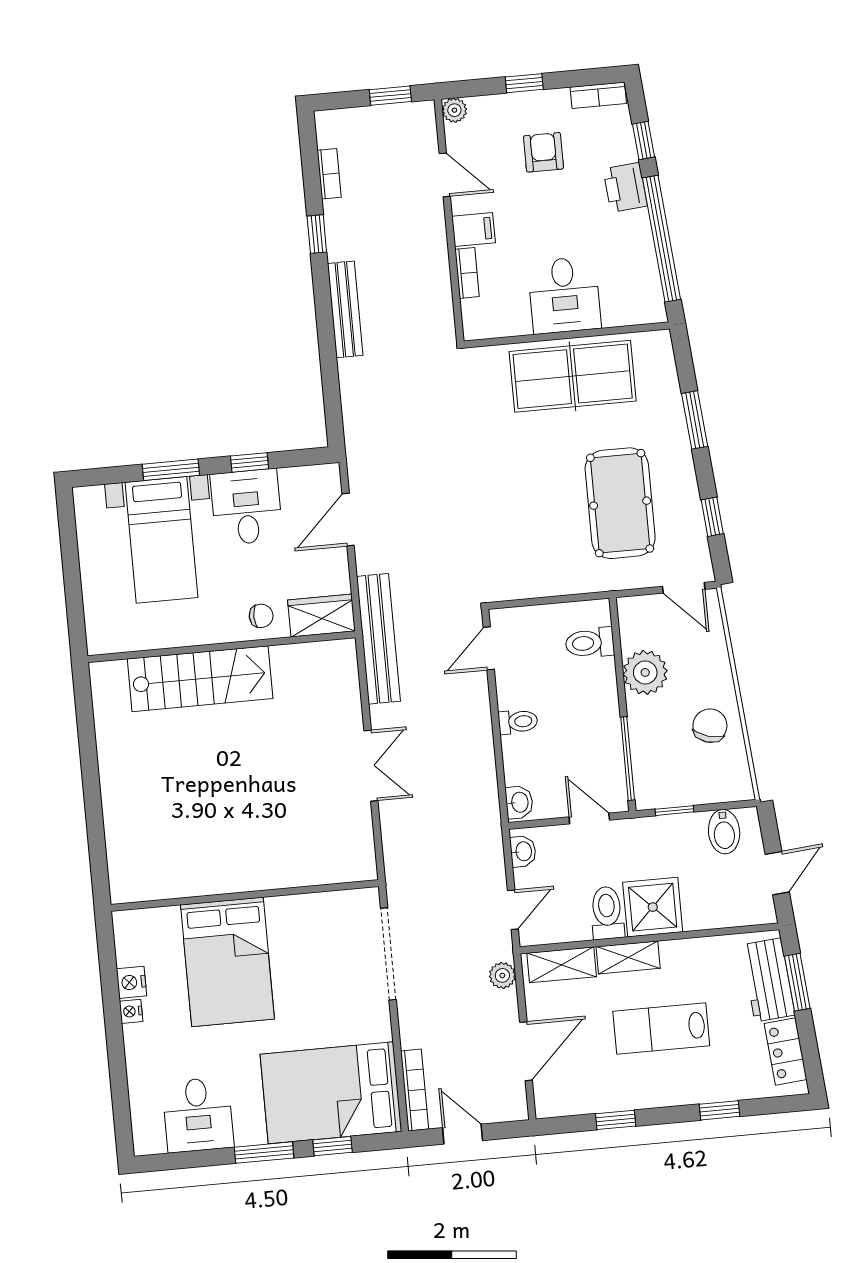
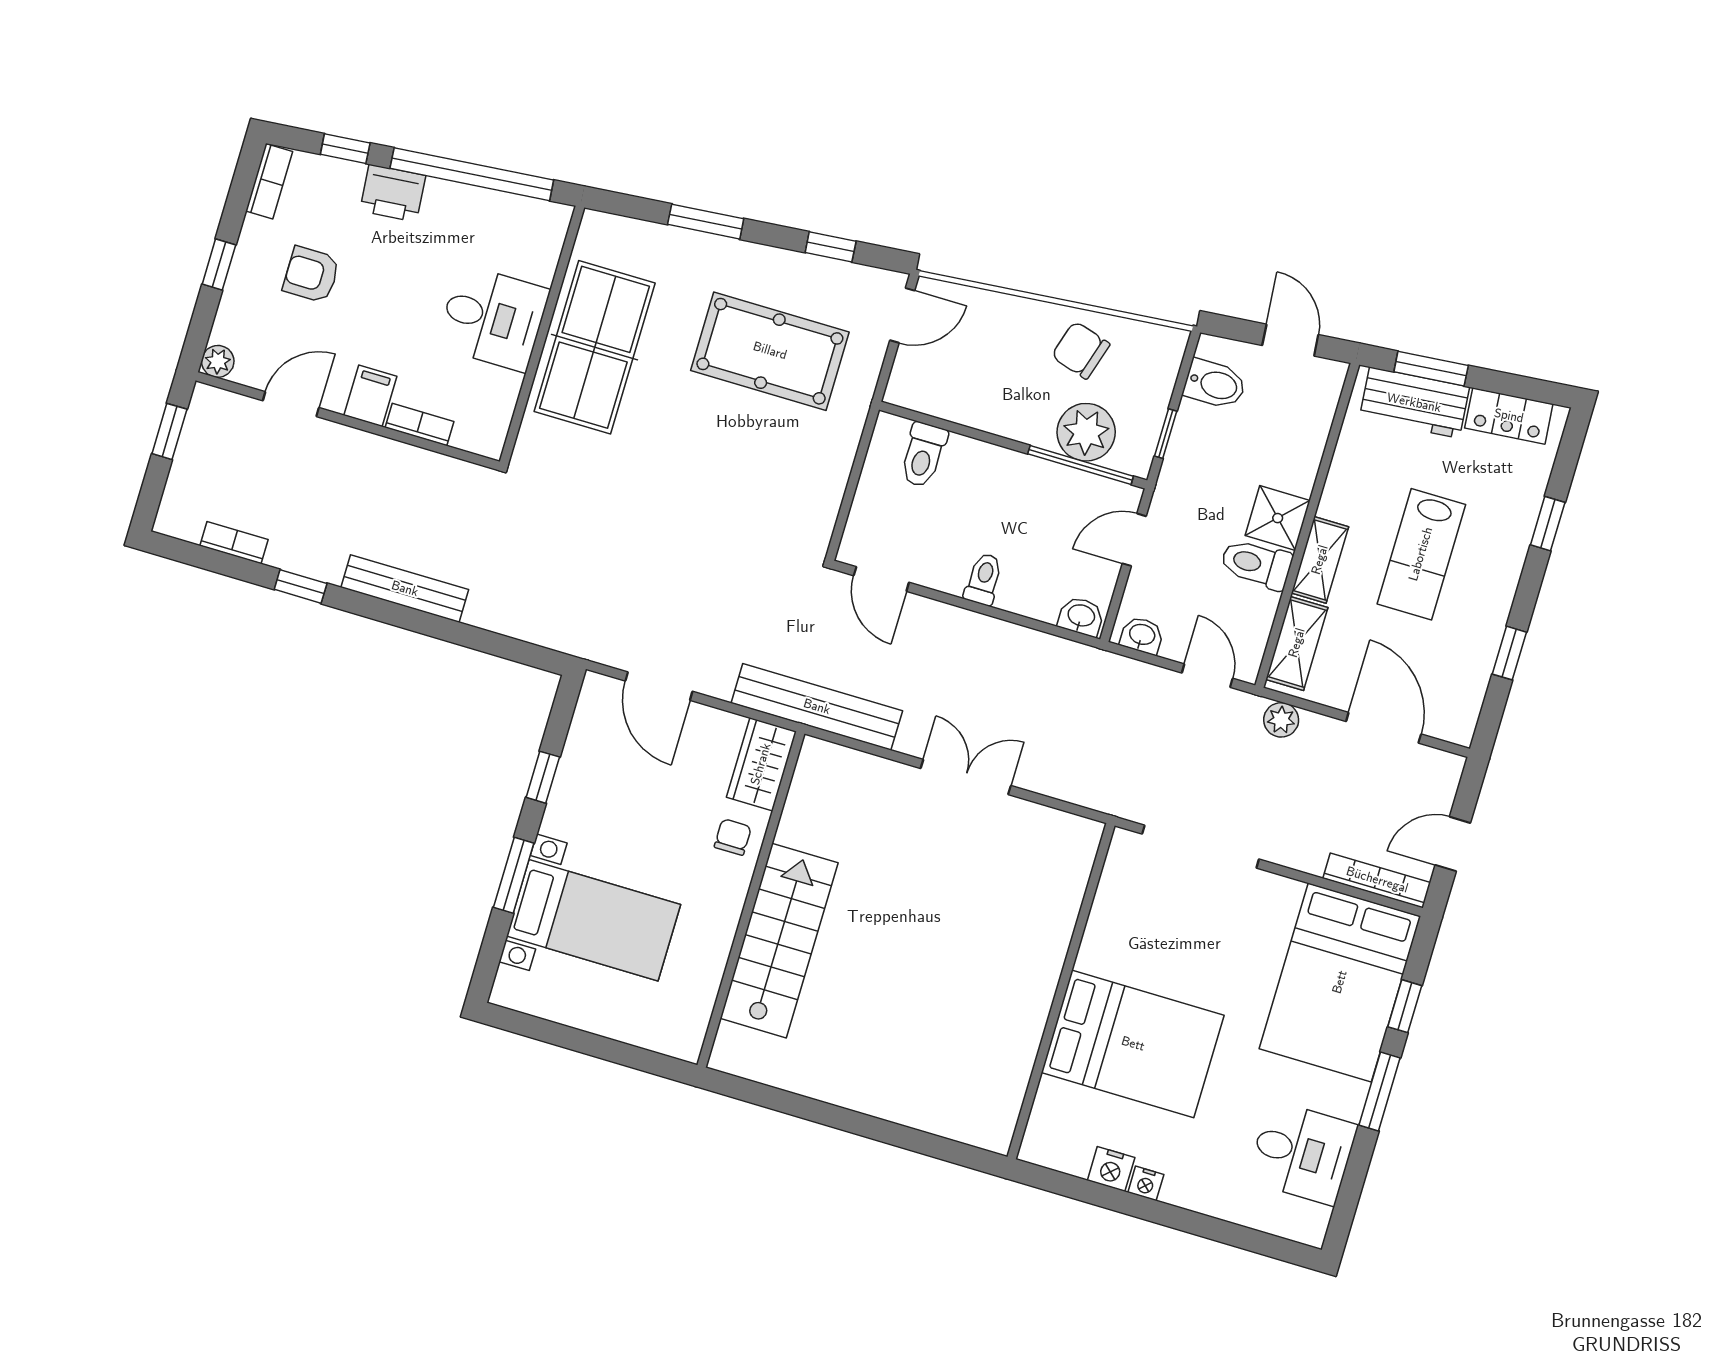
desk: (246, 507) -> (595, 802), removed
plant: (645, 672) -> (1086, 432), moved
shower: (653, 907) -> (1278, 518), width x0.73, depth x0.73

